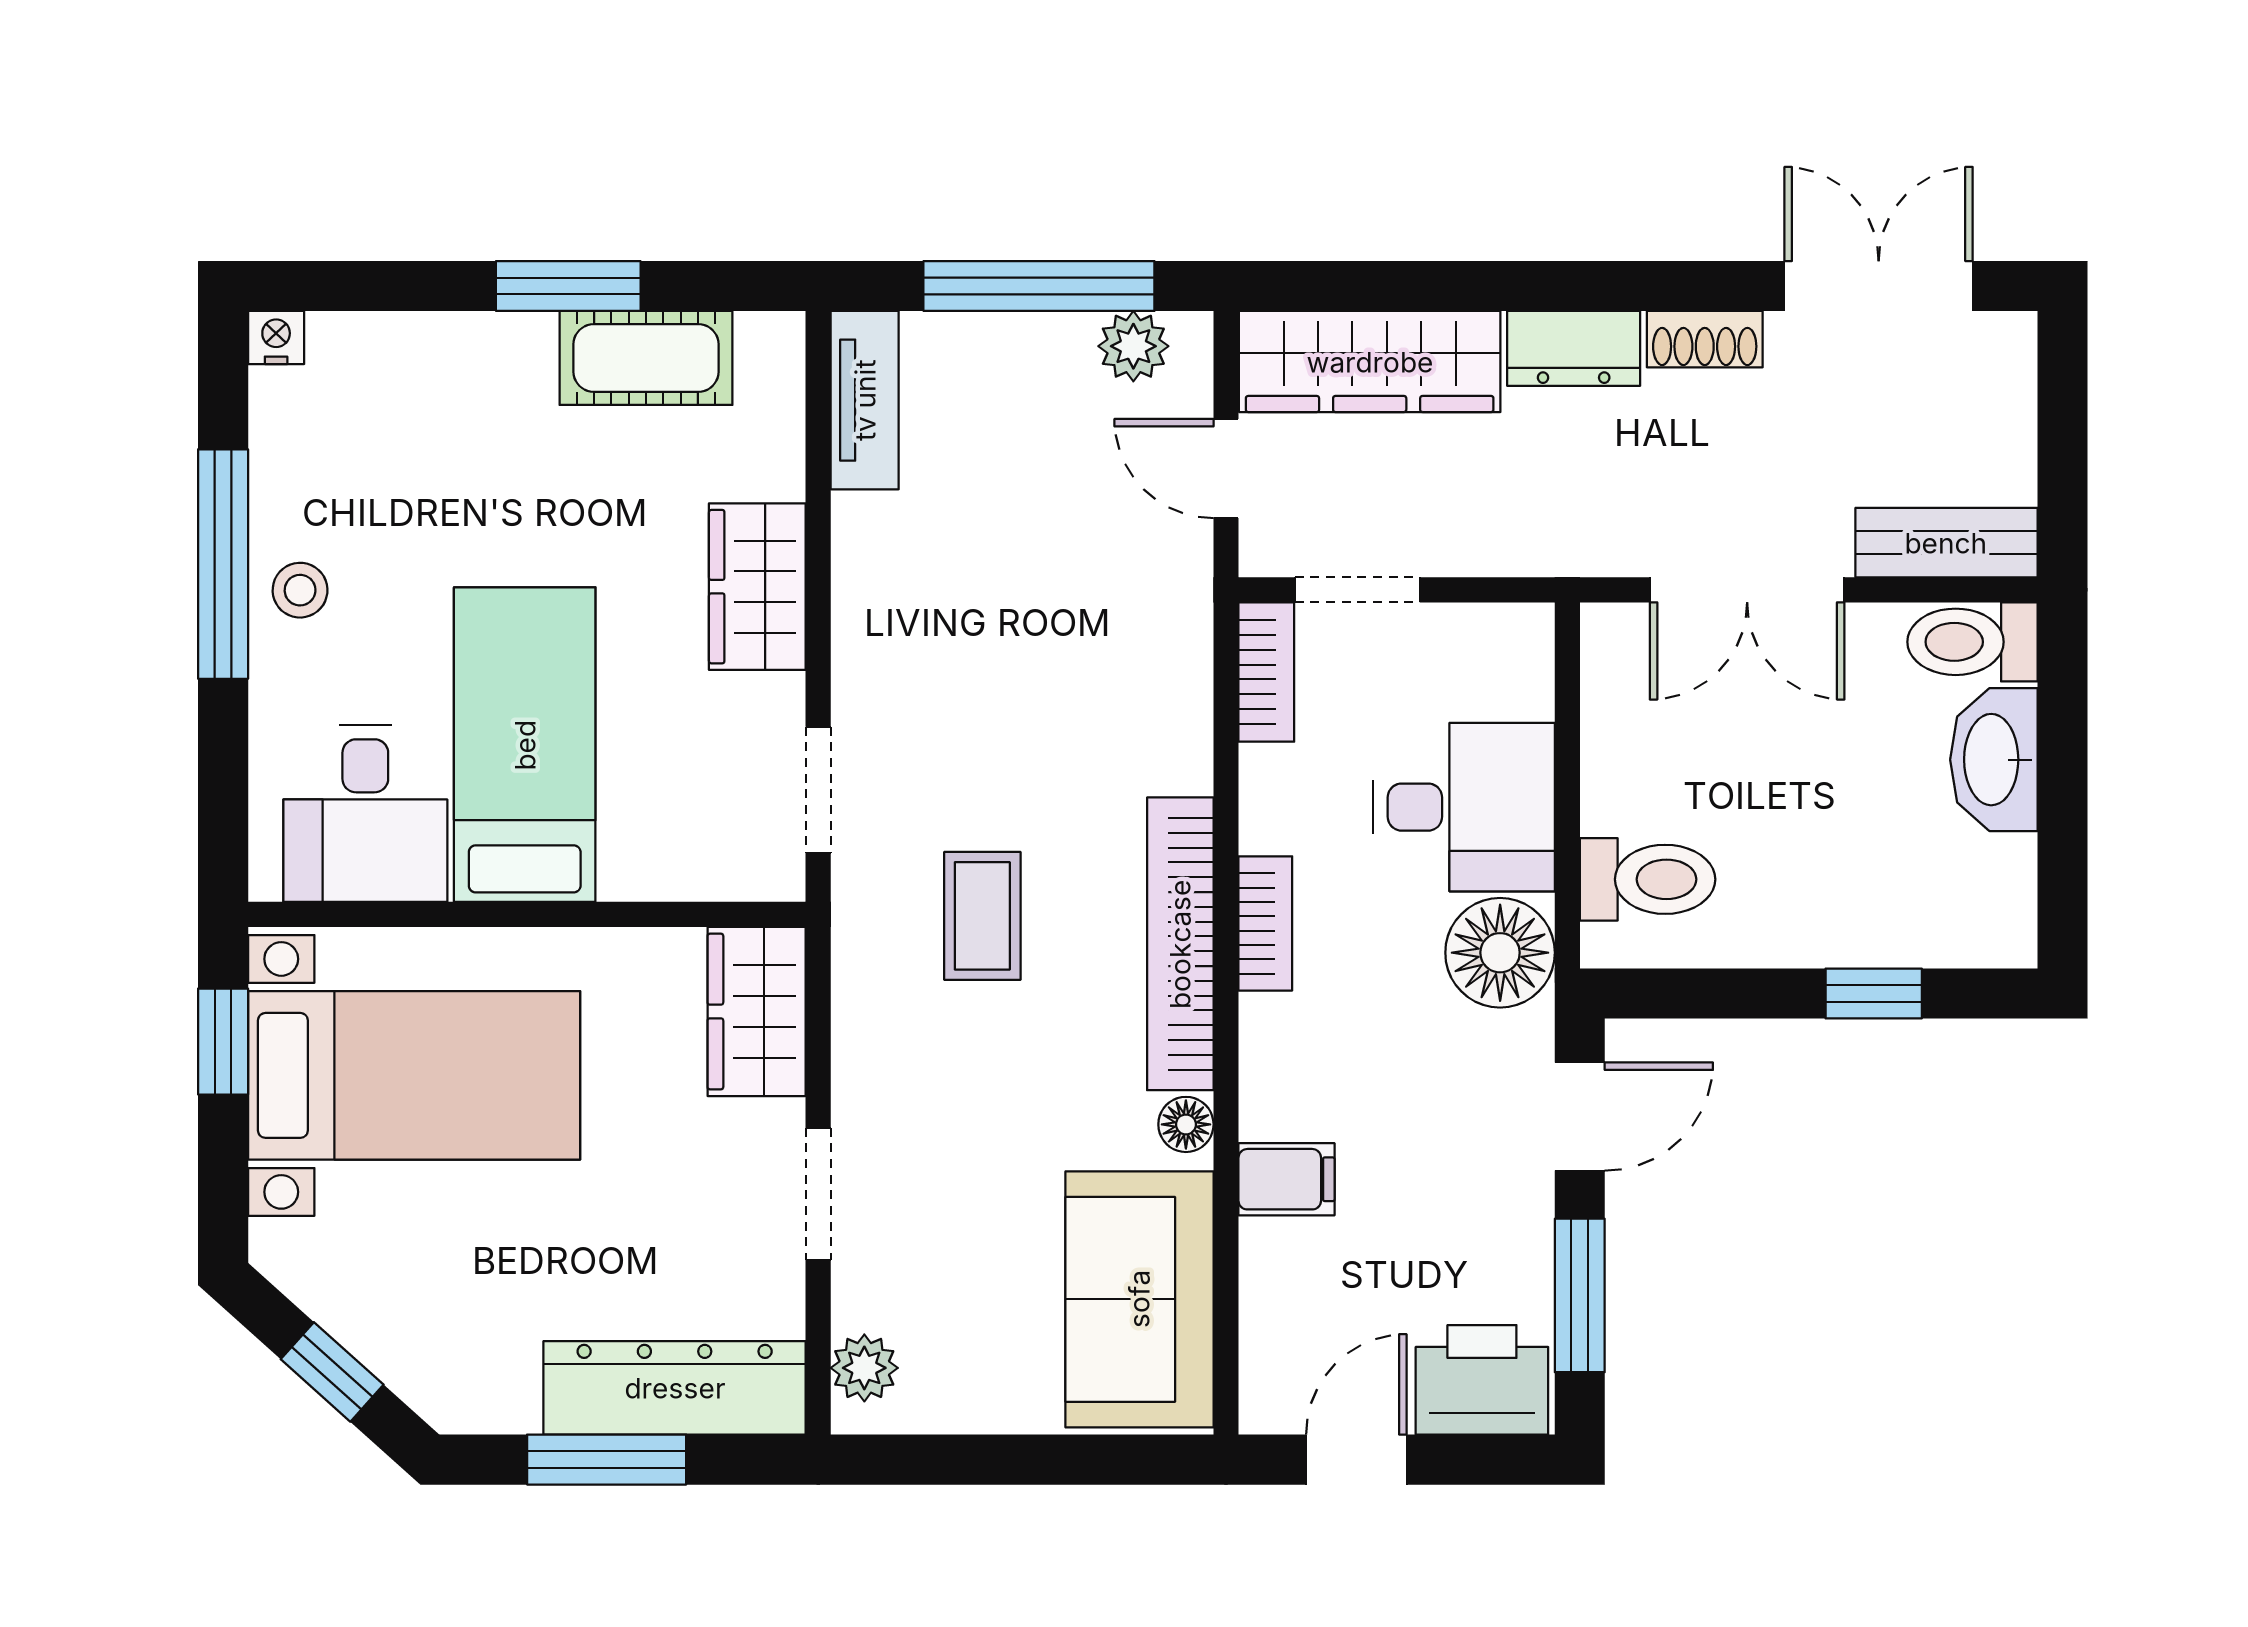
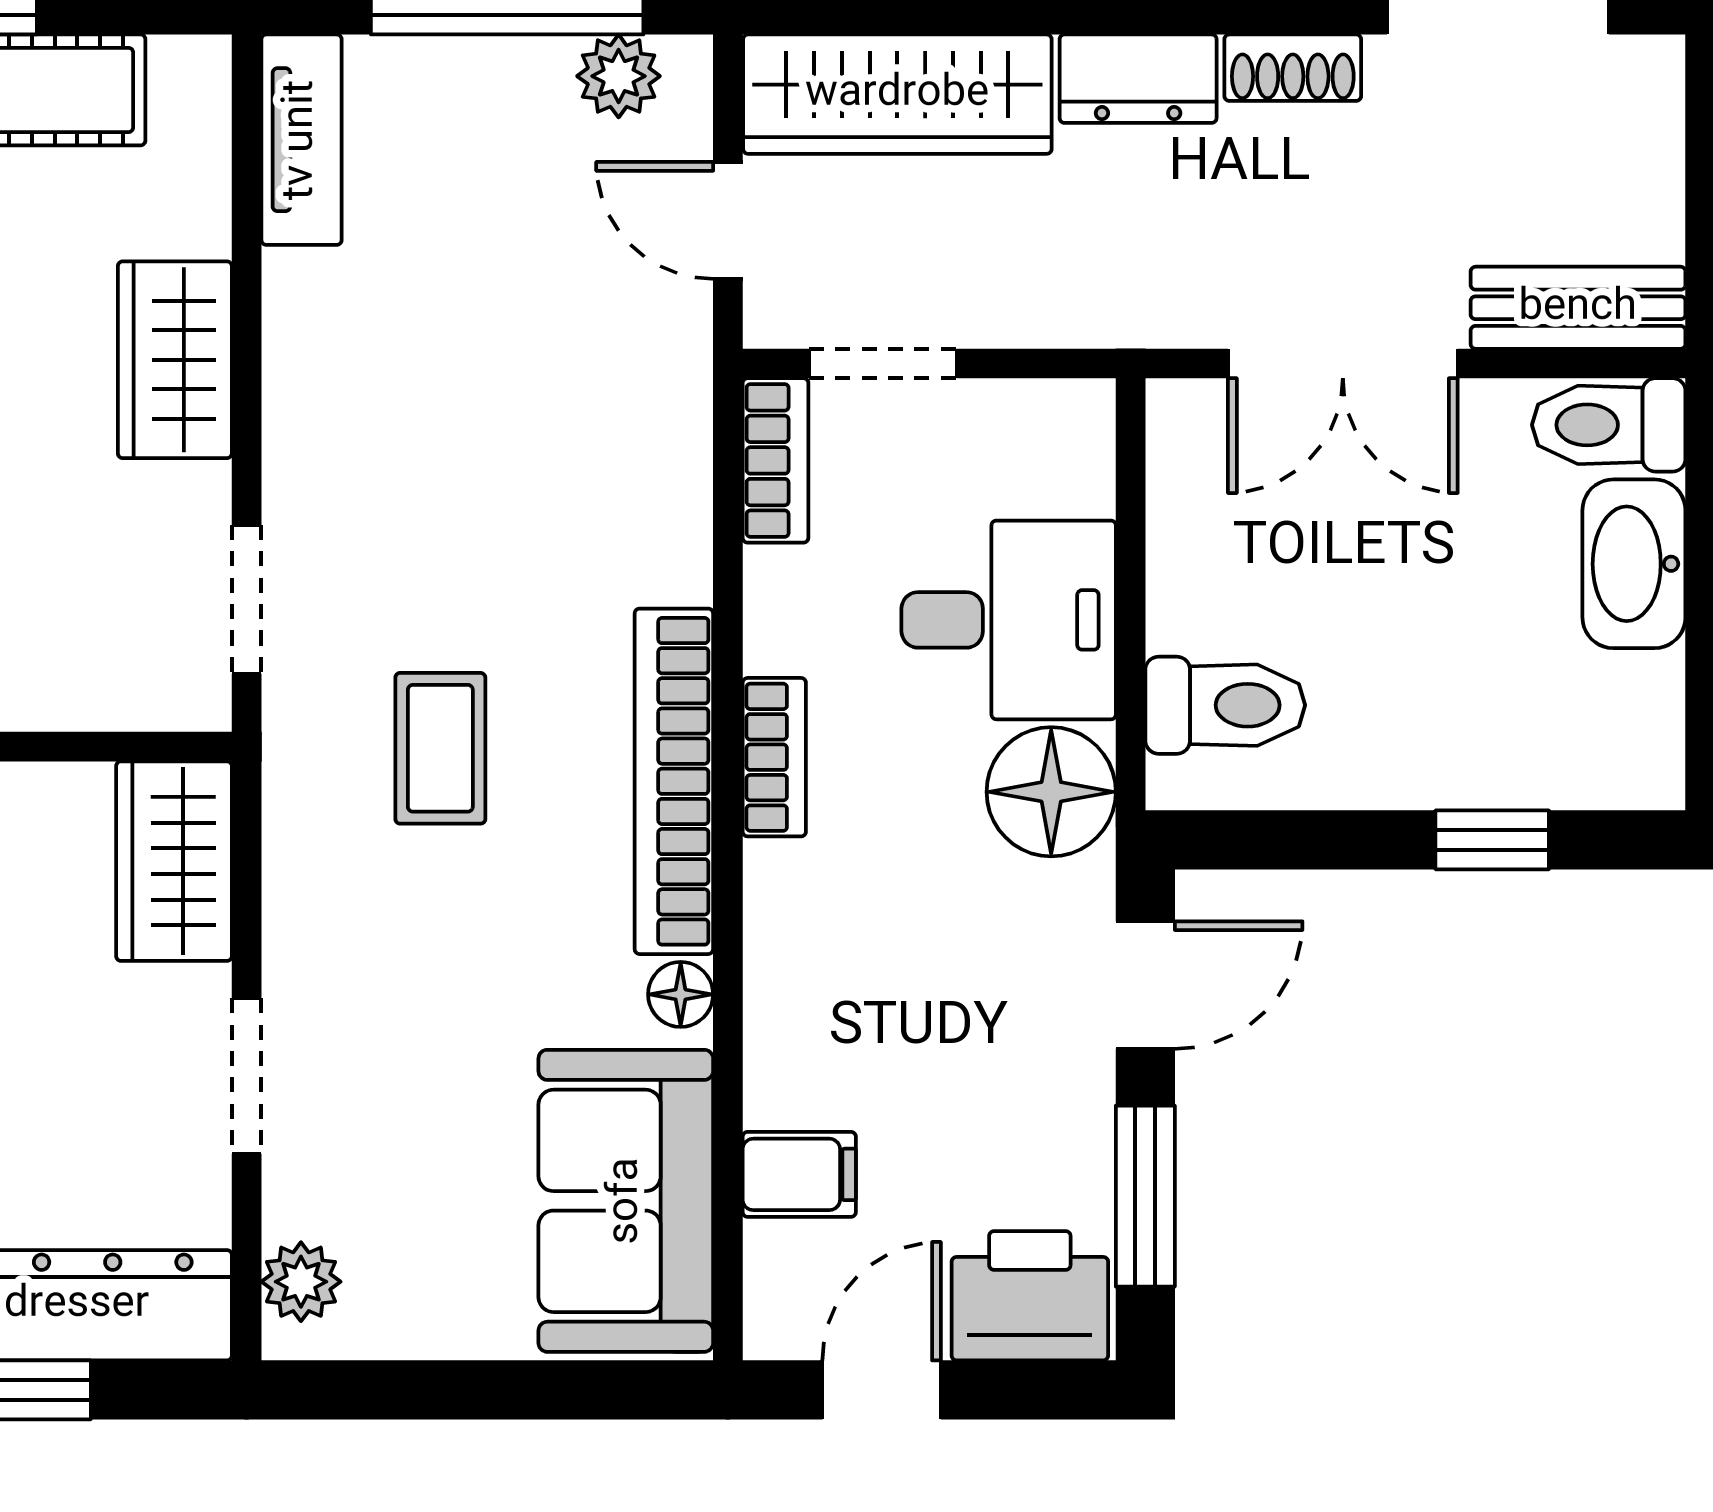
filing cabinet: (1287, 1179) -> (799, 1174), moved

